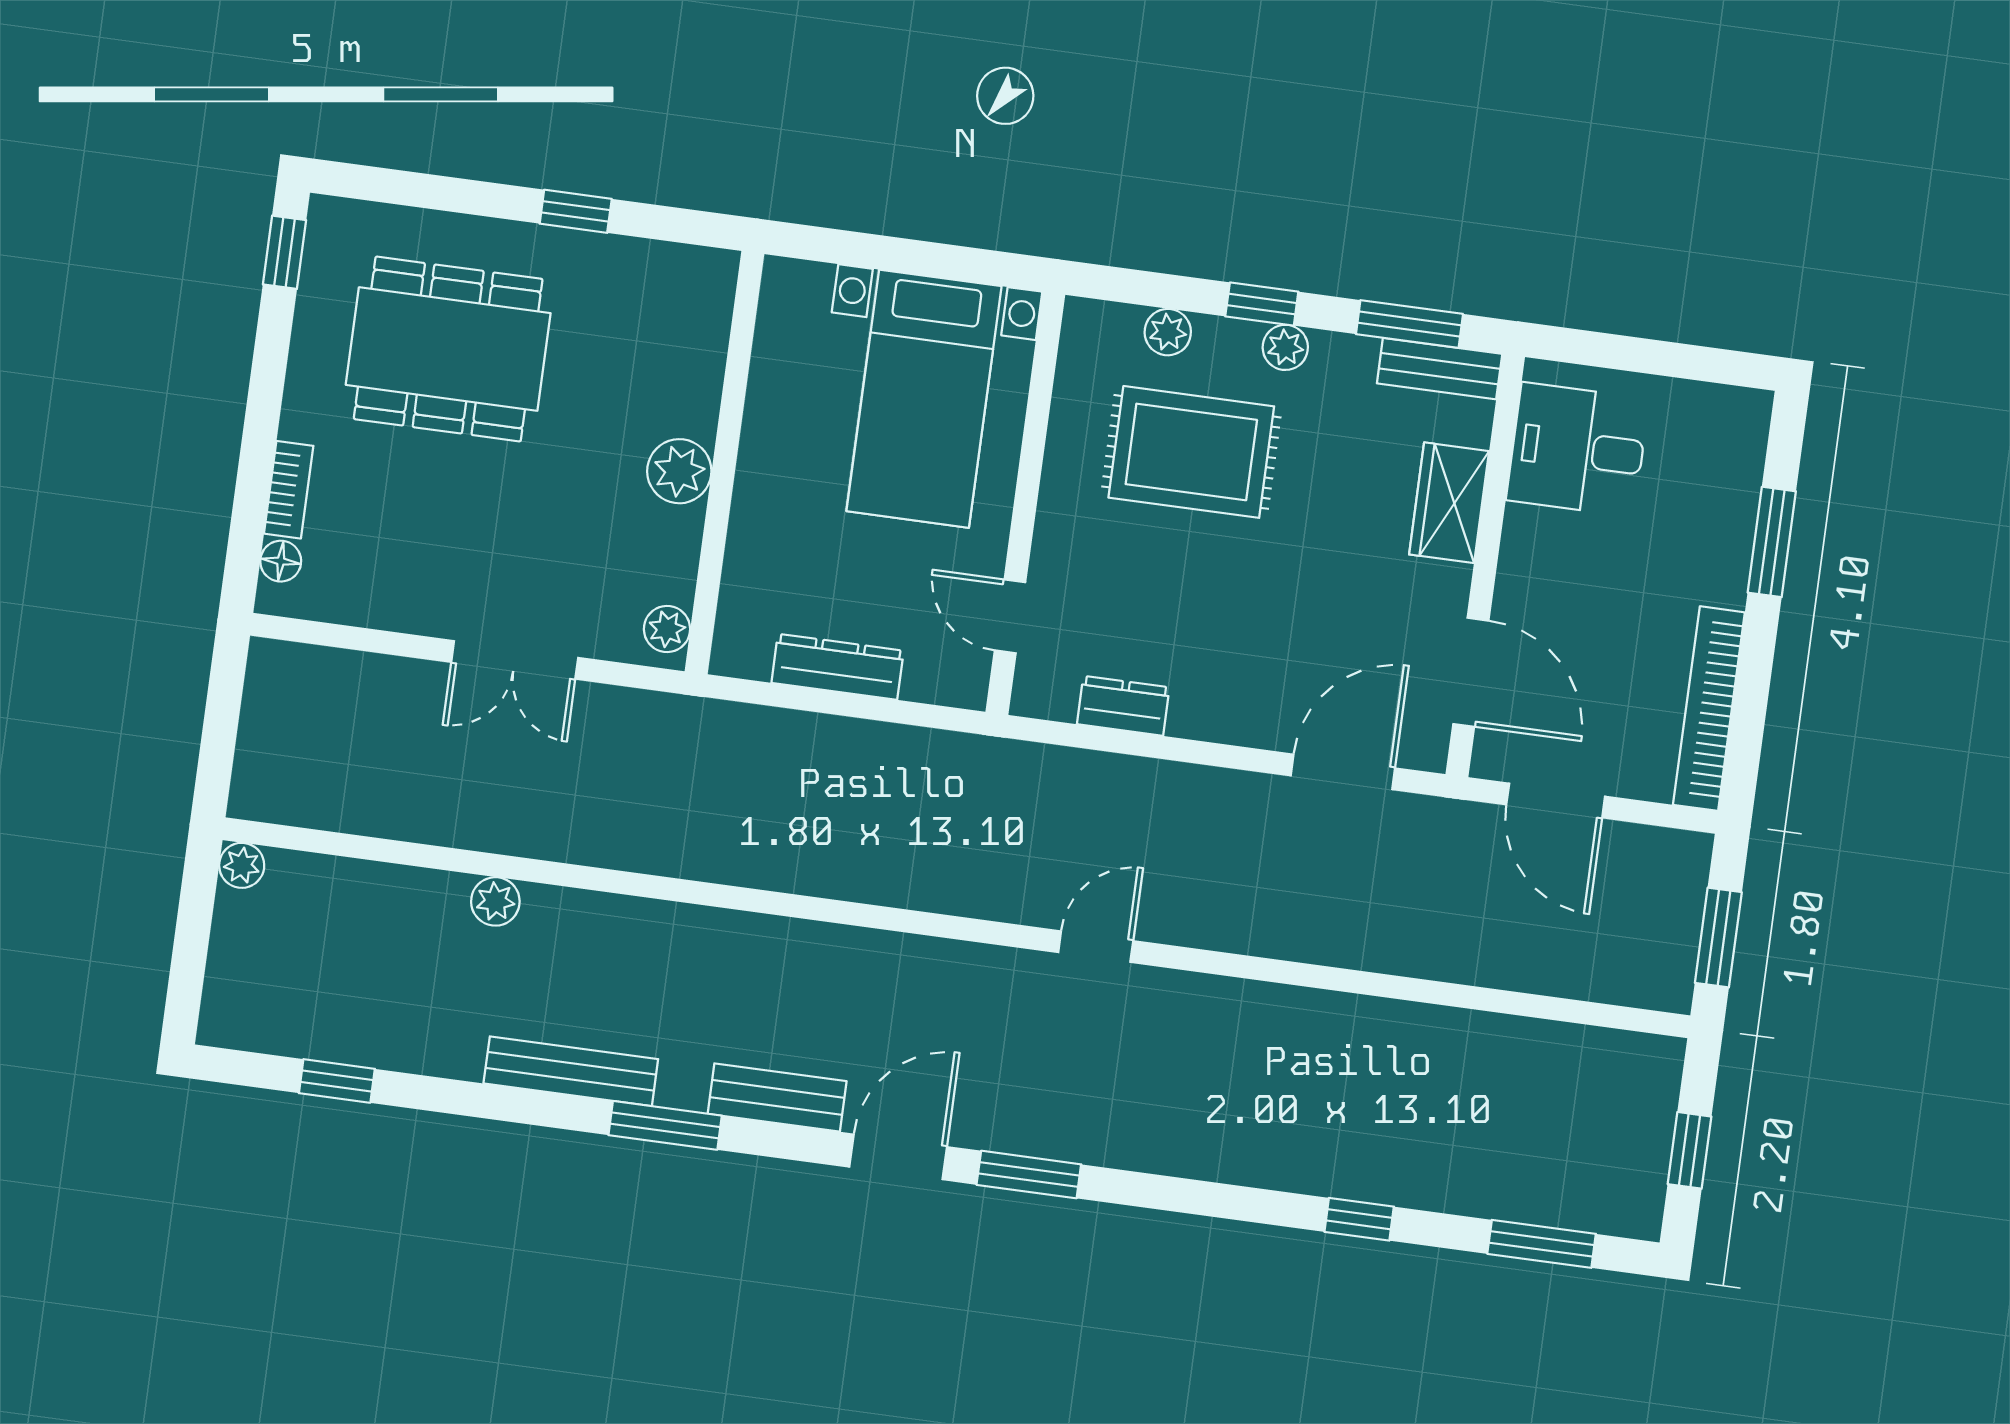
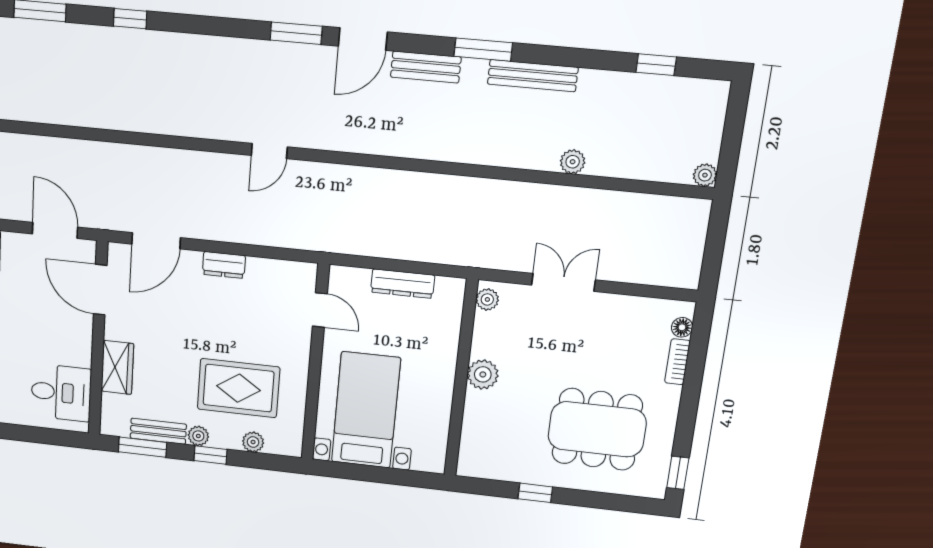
bench: (1440, 369) -> (158, 431), moved
dresser: (1123, 706) -> (224, 265), moved

